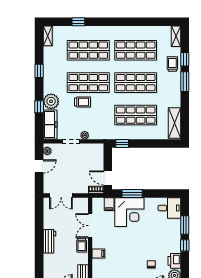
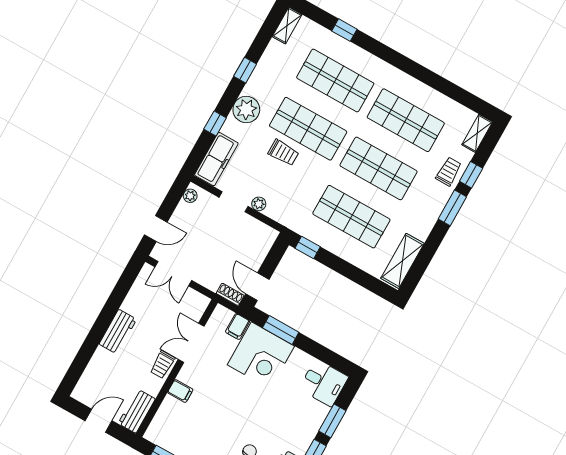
plant: (51, 101) -> (246, 109), moved
door: (39, 166) -> (156, 229), moved

